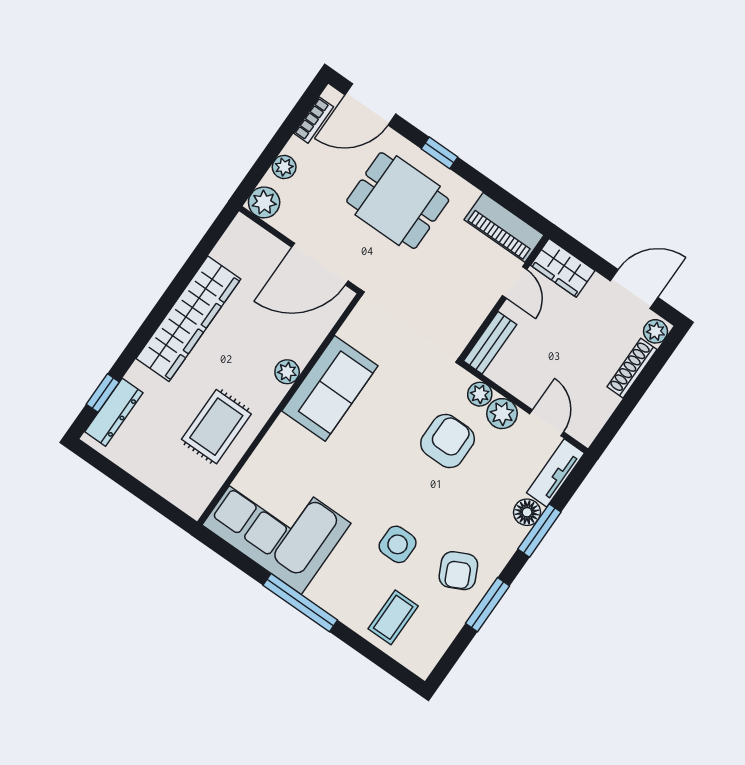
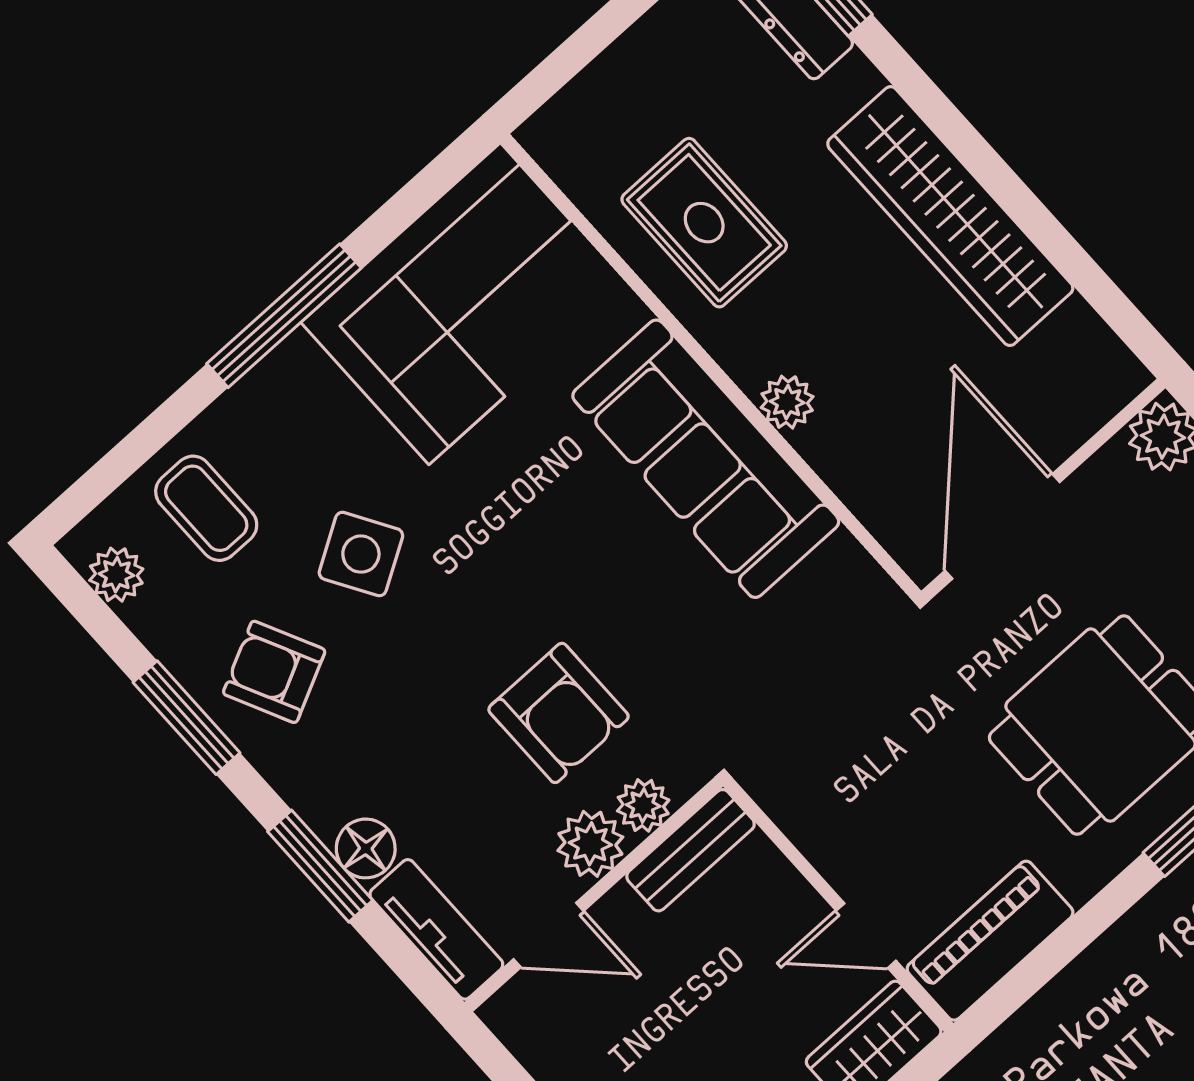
bench: (490, 343) -> (691, 850), moved, turned 90
sofa: (330, 388) -> (706, 459), width x1.36
side table: (398, 544) -> (361, 554), turned -31
plant: (432, 650) -> (116, 575), added

